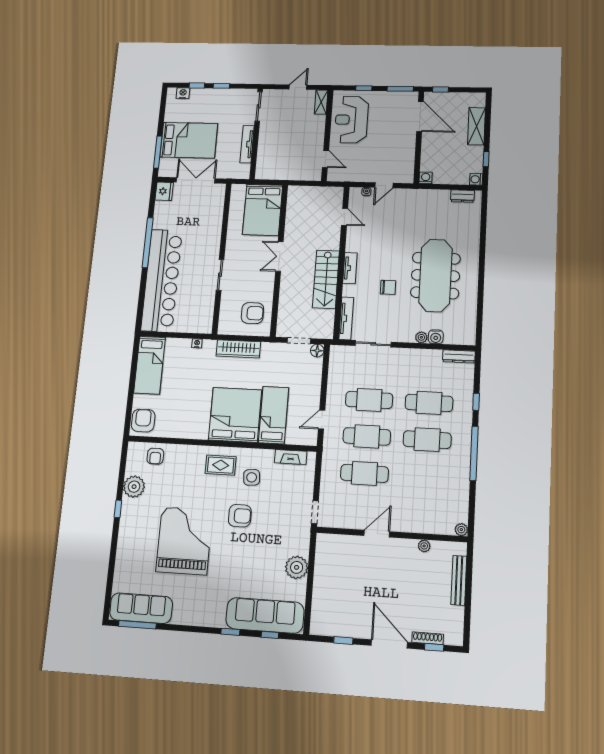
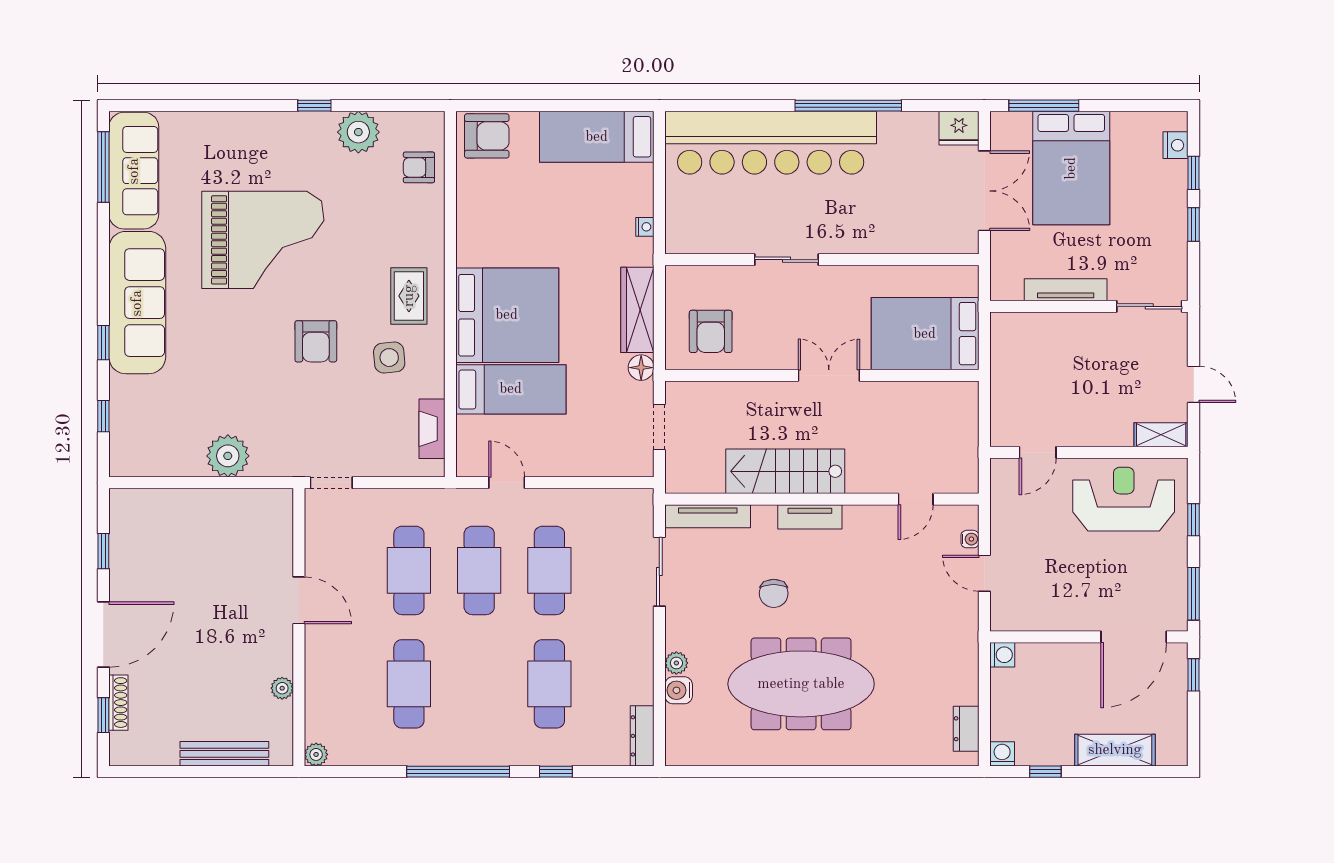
floor lamp: (317, 351) -> (641, 368), moved
cafe table: (427, 440) -> (409, 684), moved
sofa: (265, 615) -> (137, 303), moved

